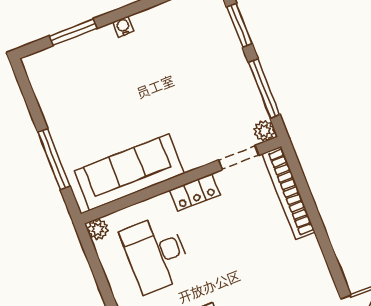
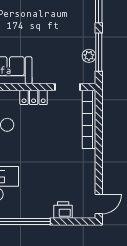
plant: (264, 131) -> (89, 56), moved

